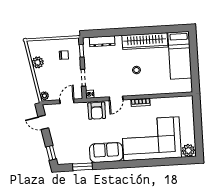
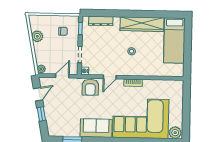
door: (43, 122) -> (38, 94), swing flipped
window: (51, 153) -> (41, 114), moved

